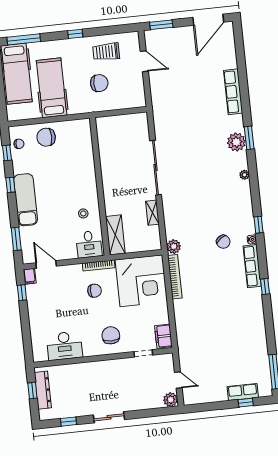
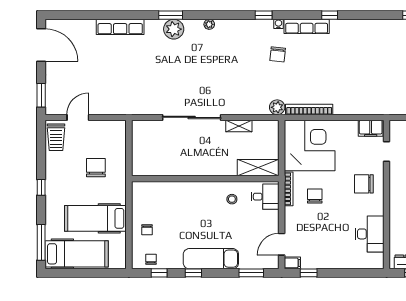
trolley: (106, 52) -> (56, 137), moved
chair: (46, 137) -> (147, 230), width x0.54, depth x0.54
chair: (223, 242) -> (278, 54), turned 132

